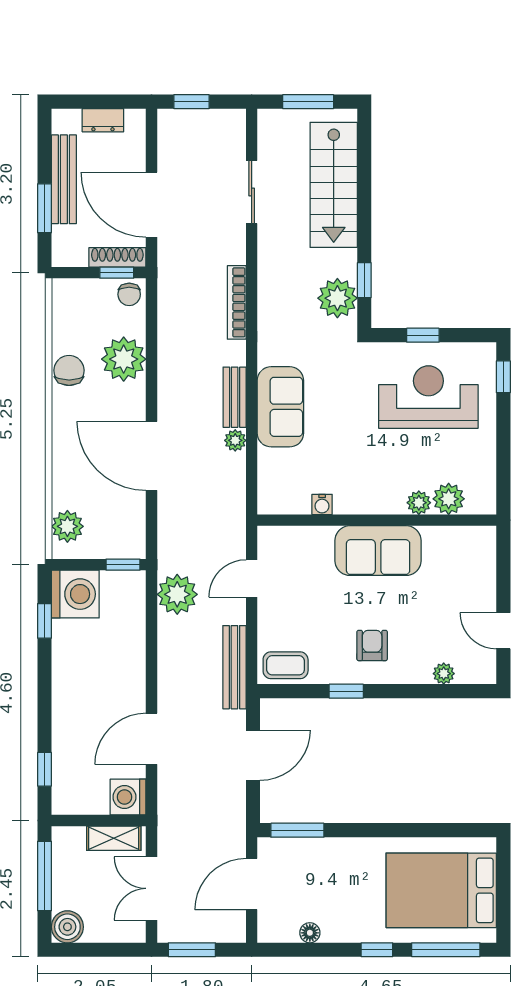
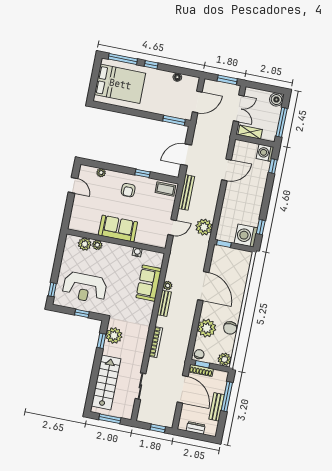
bench: (64, 179) -> (217, 407), width x0.73
window: (44, 208) -> (227, 397), width x1.44
sofa: (280, 407) -> (149, 283), moved
plant: (67, 526) -> (225, 359), moved
washing machine: (128, 797) -> (265, 153), moved, turned 180

